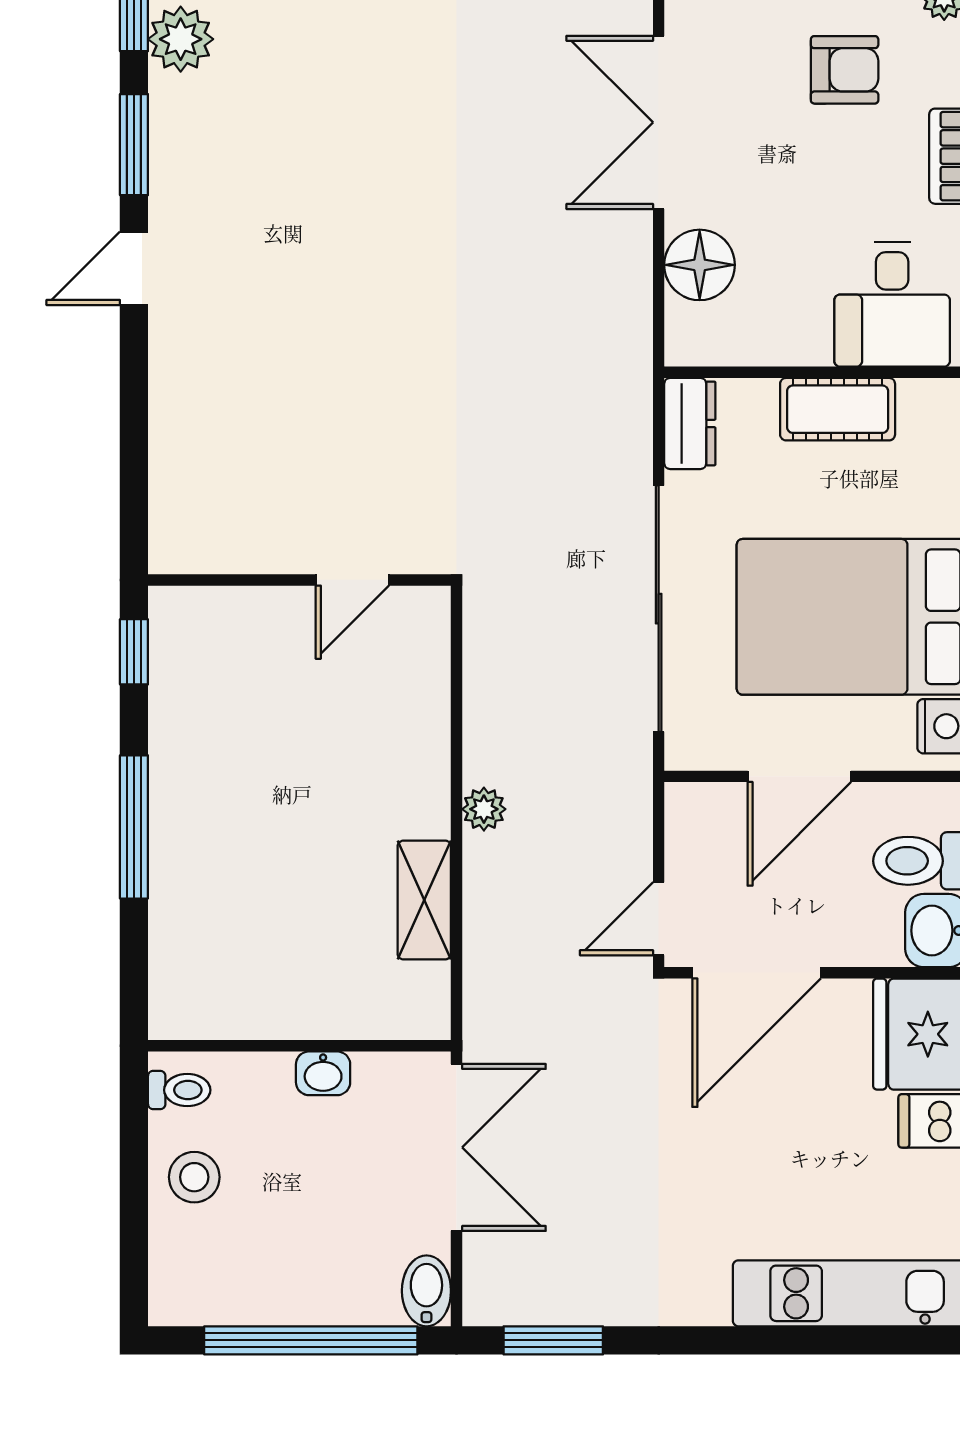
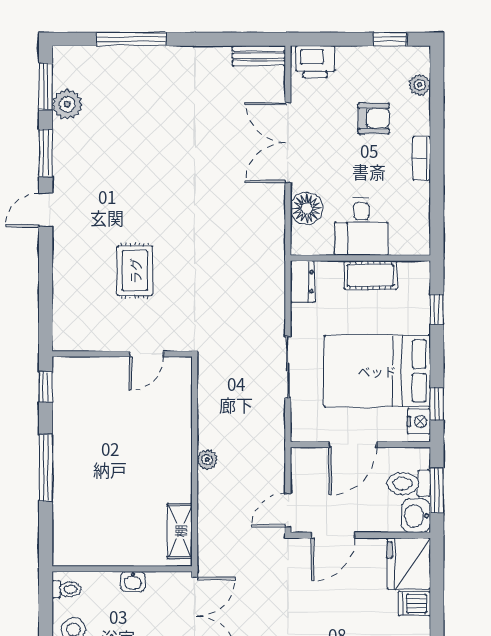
desk: (892, 304) -> (361, 227), moved
rug: (327, 400) -> (135, 271), added
sliding door: (659, 609) -> (288, 367), width x0.54
shelving: (424, 900) -> (180, 531), moved
door: (757, 973) -> (333, 535), width x0.73

